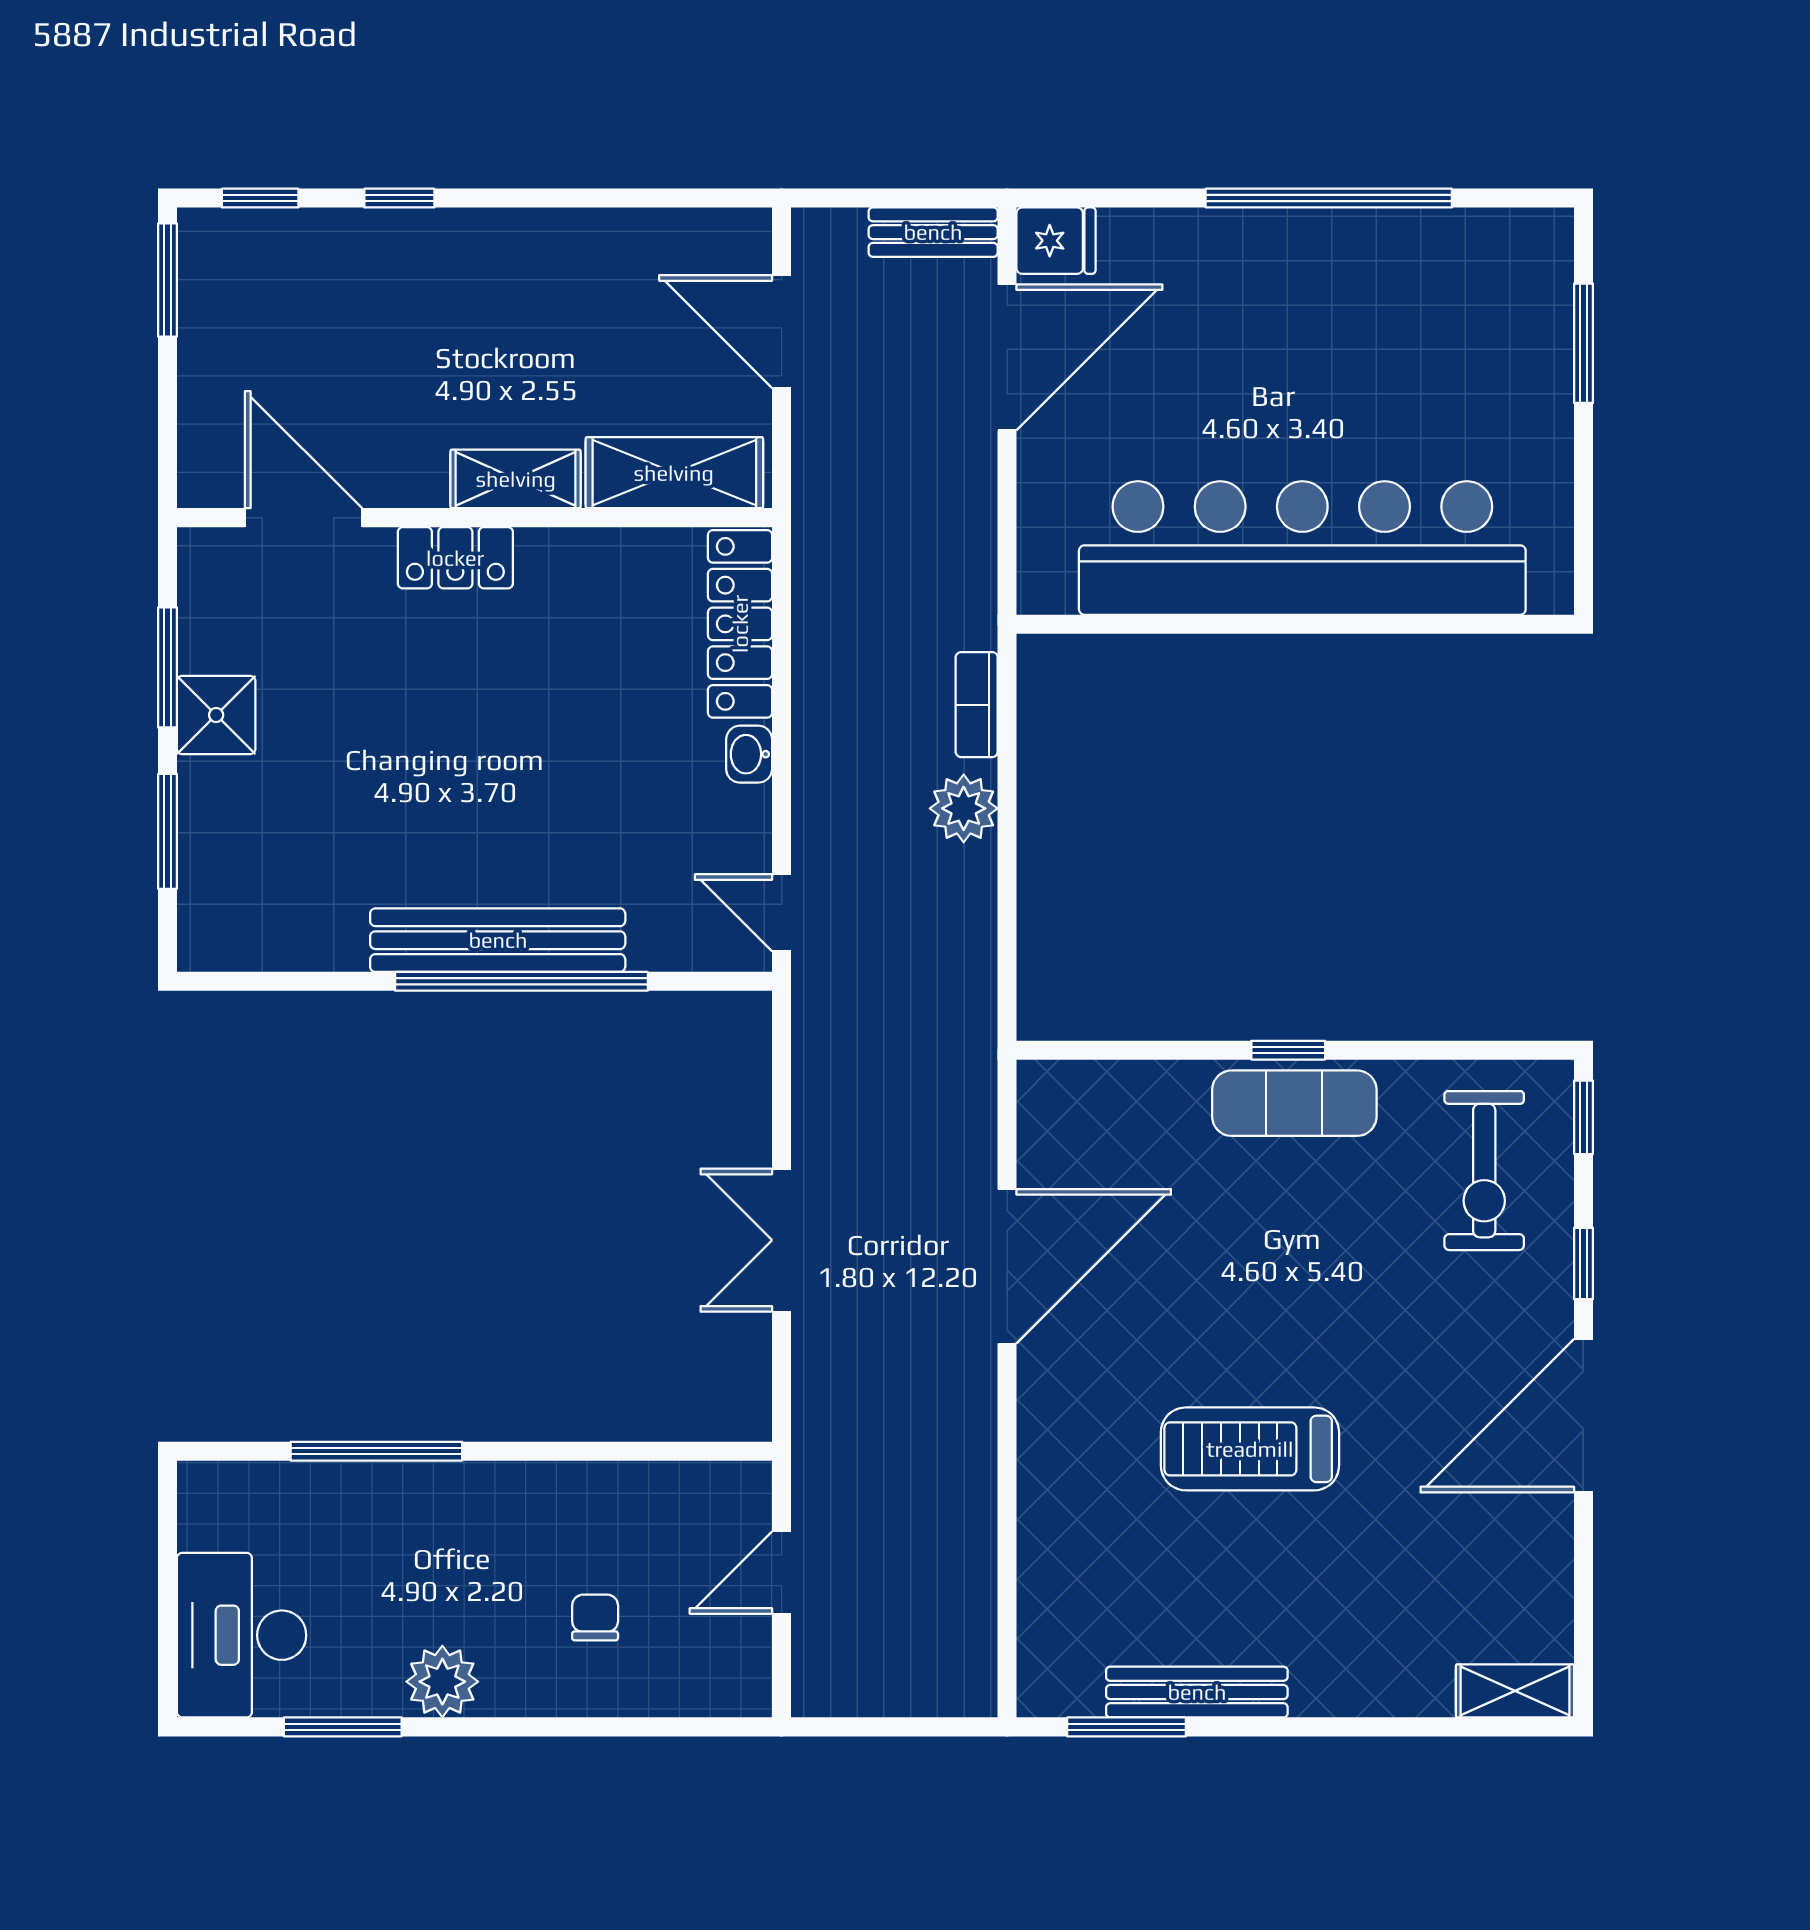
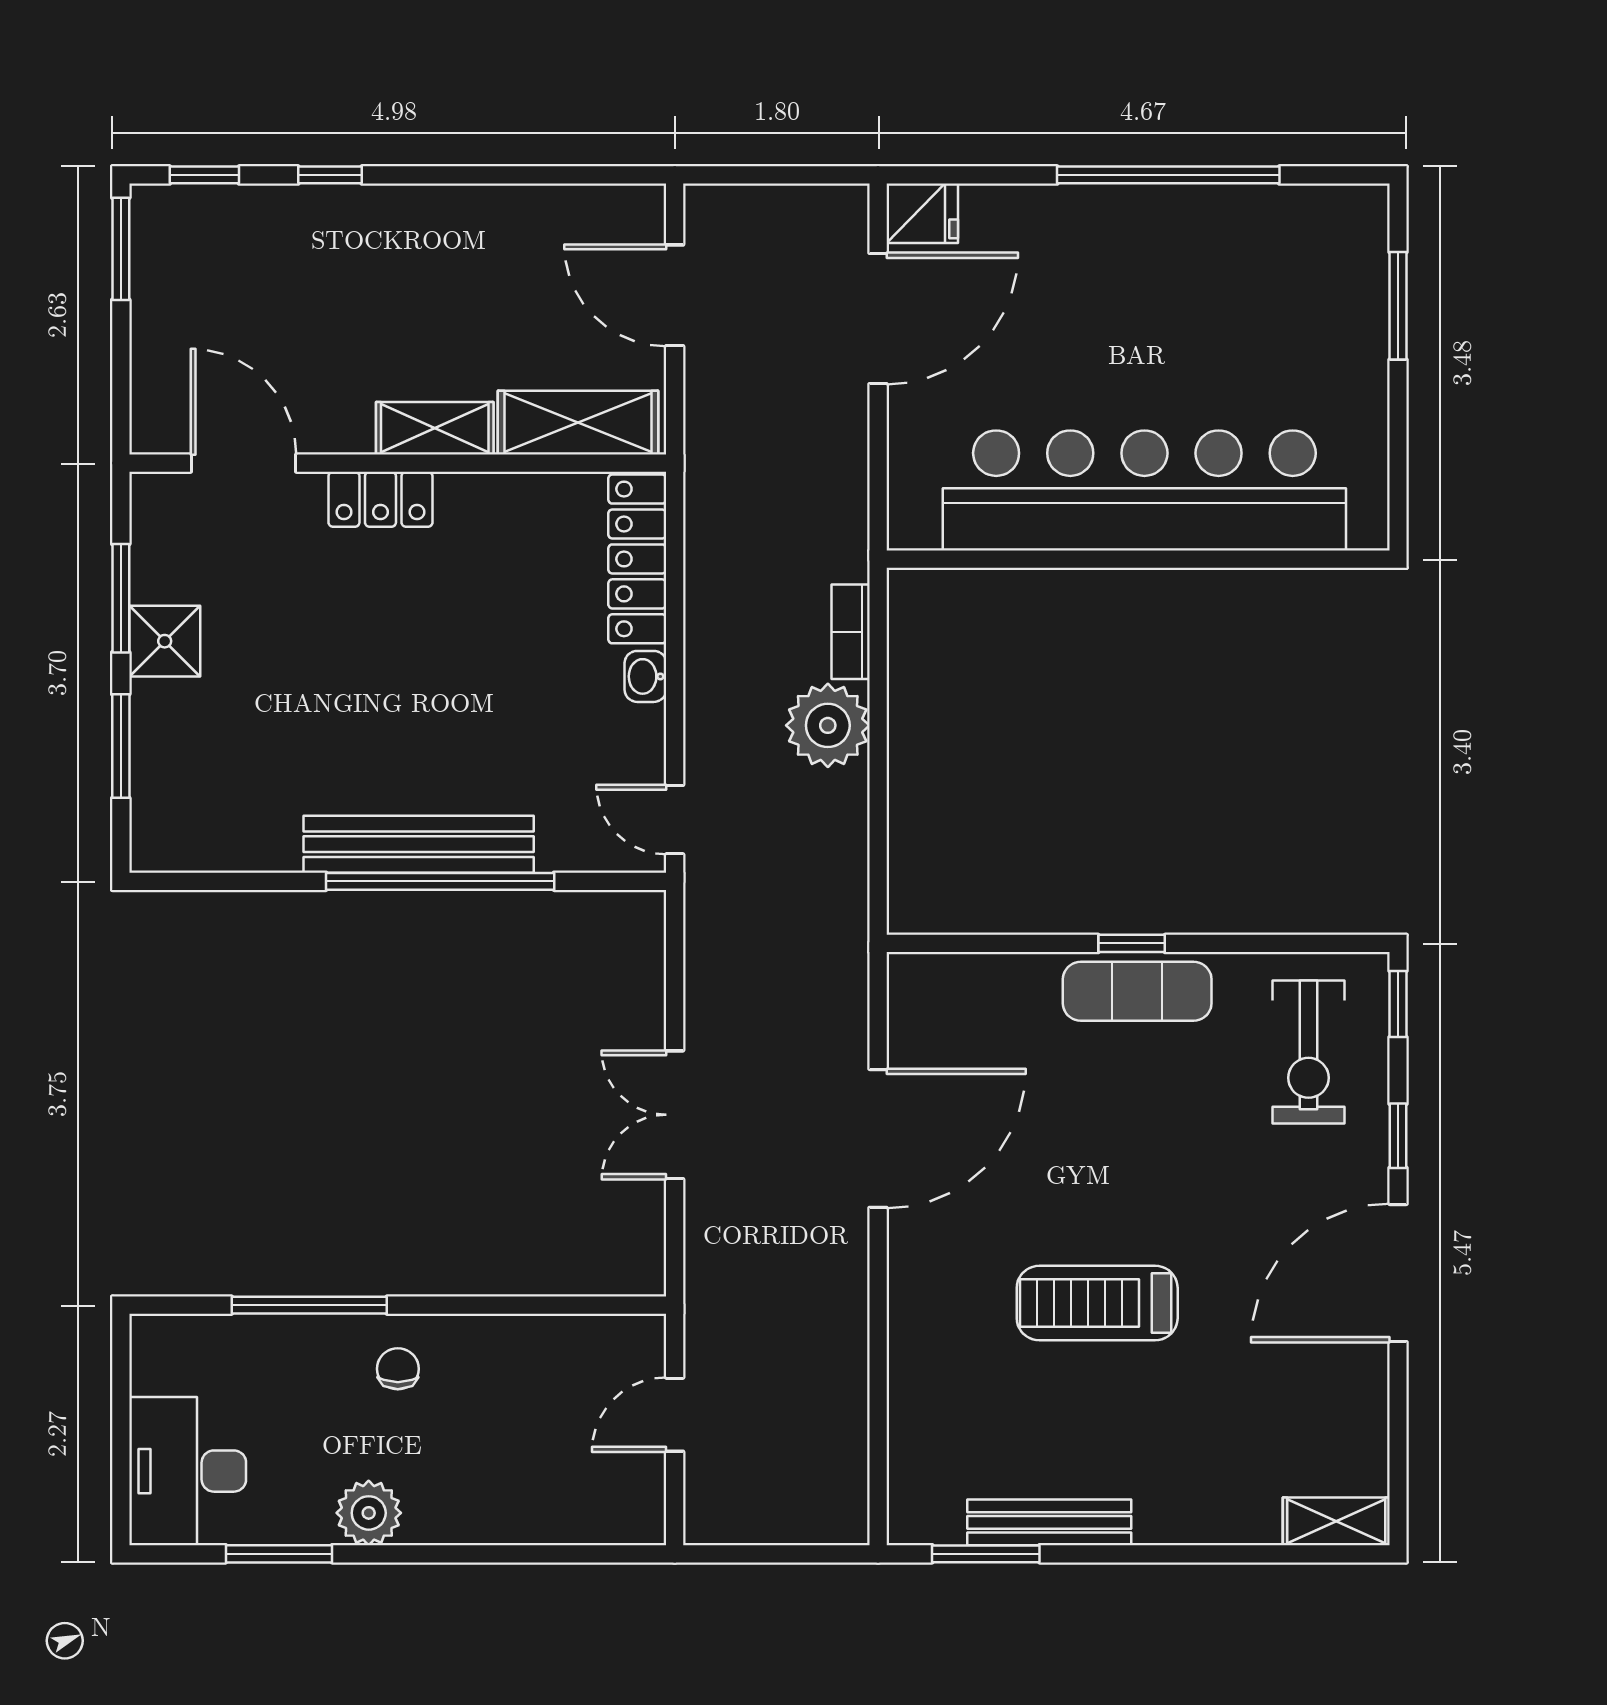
bench: (933, 232) -> (811, 206), removed
plant: (964, 808) -> (828, 725), width x1.36, depth x1.36
chair: (595, 1617) -> (398, 1369), moved

